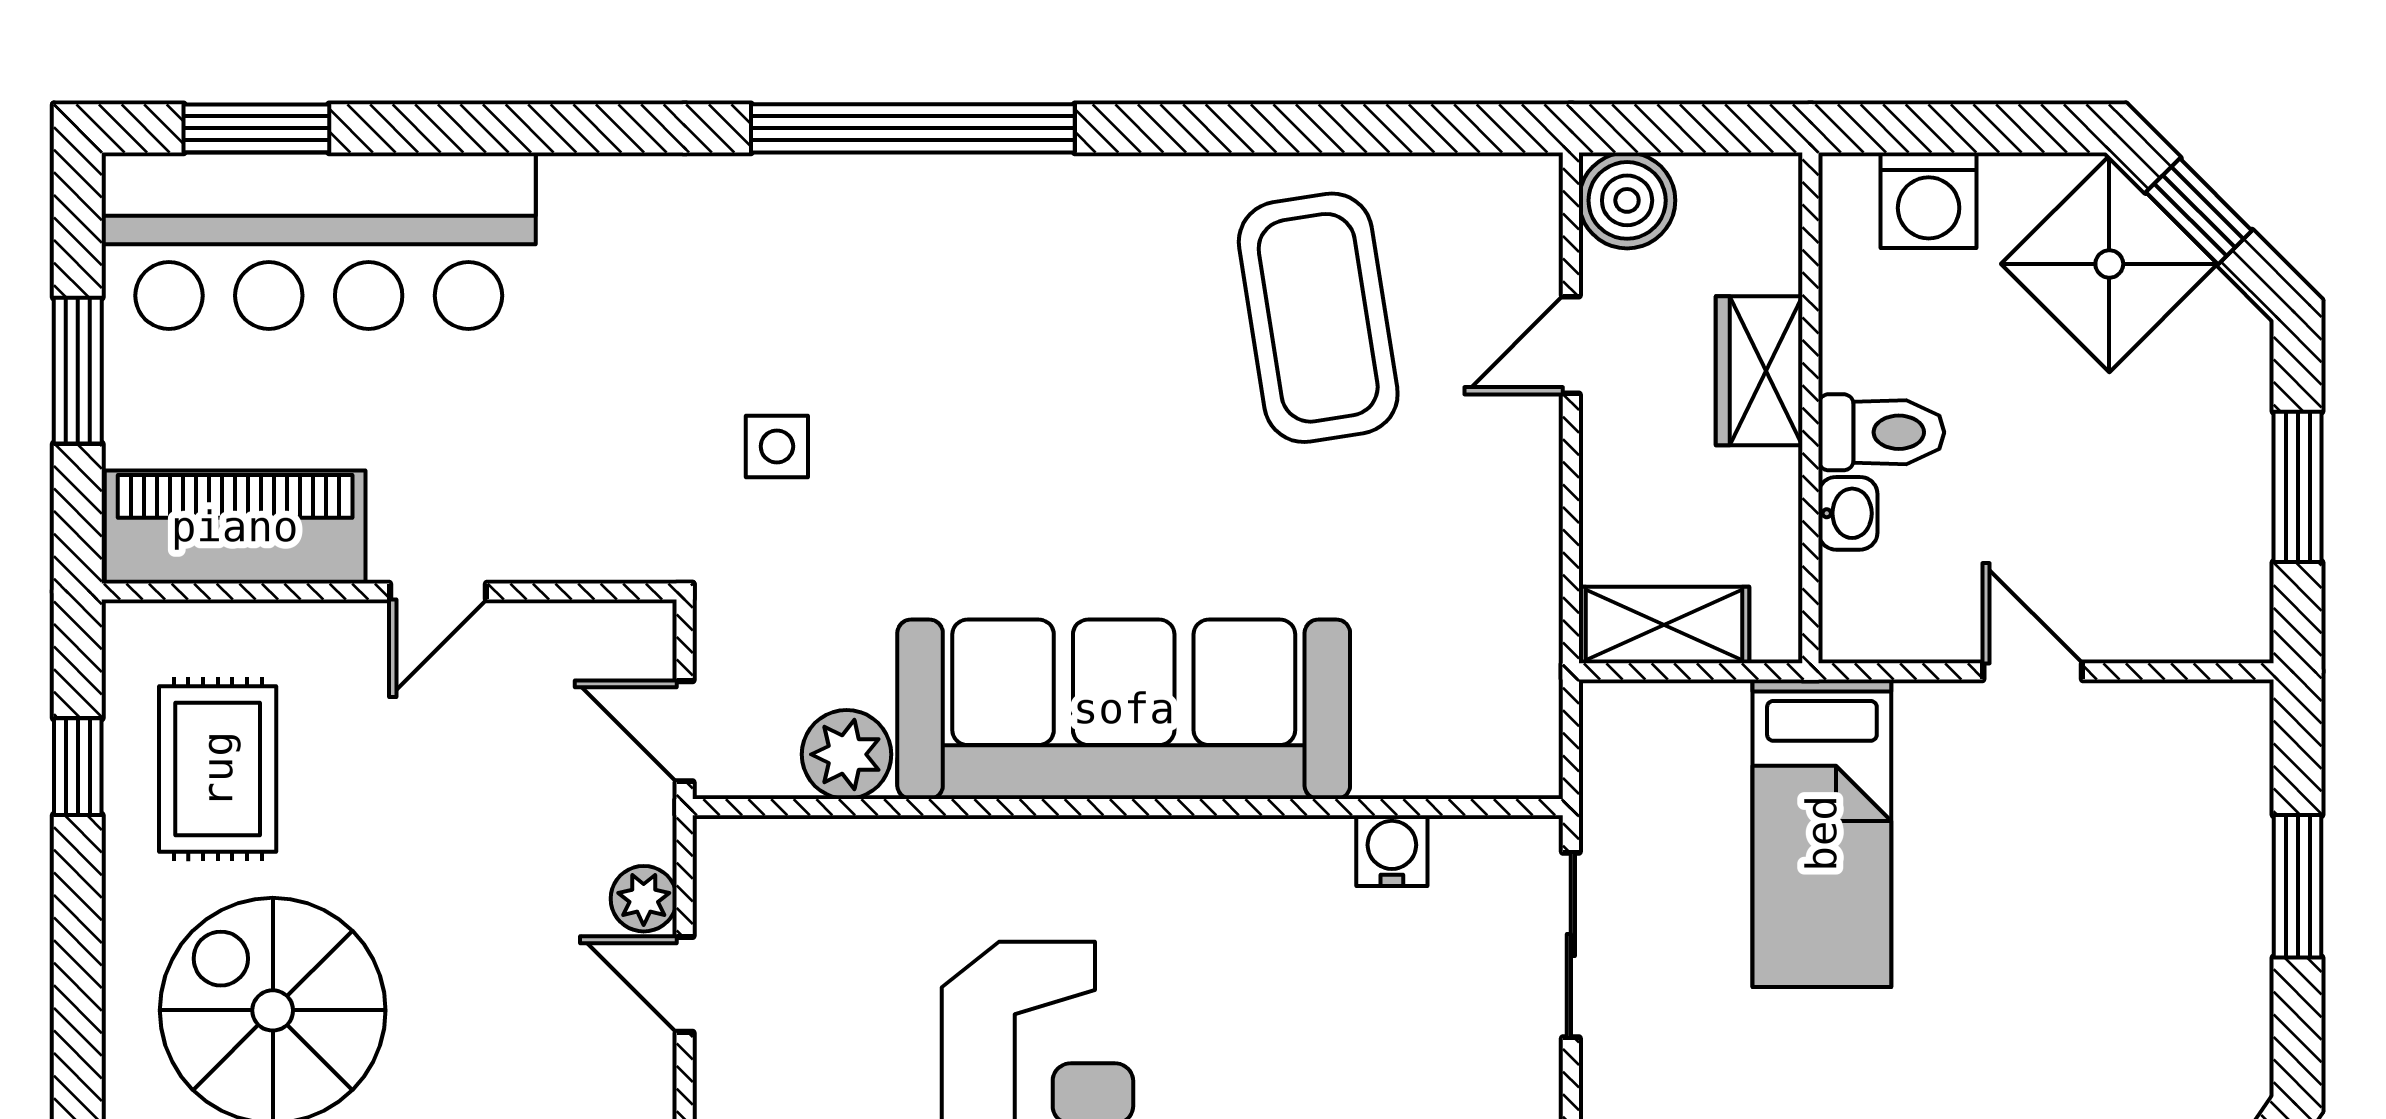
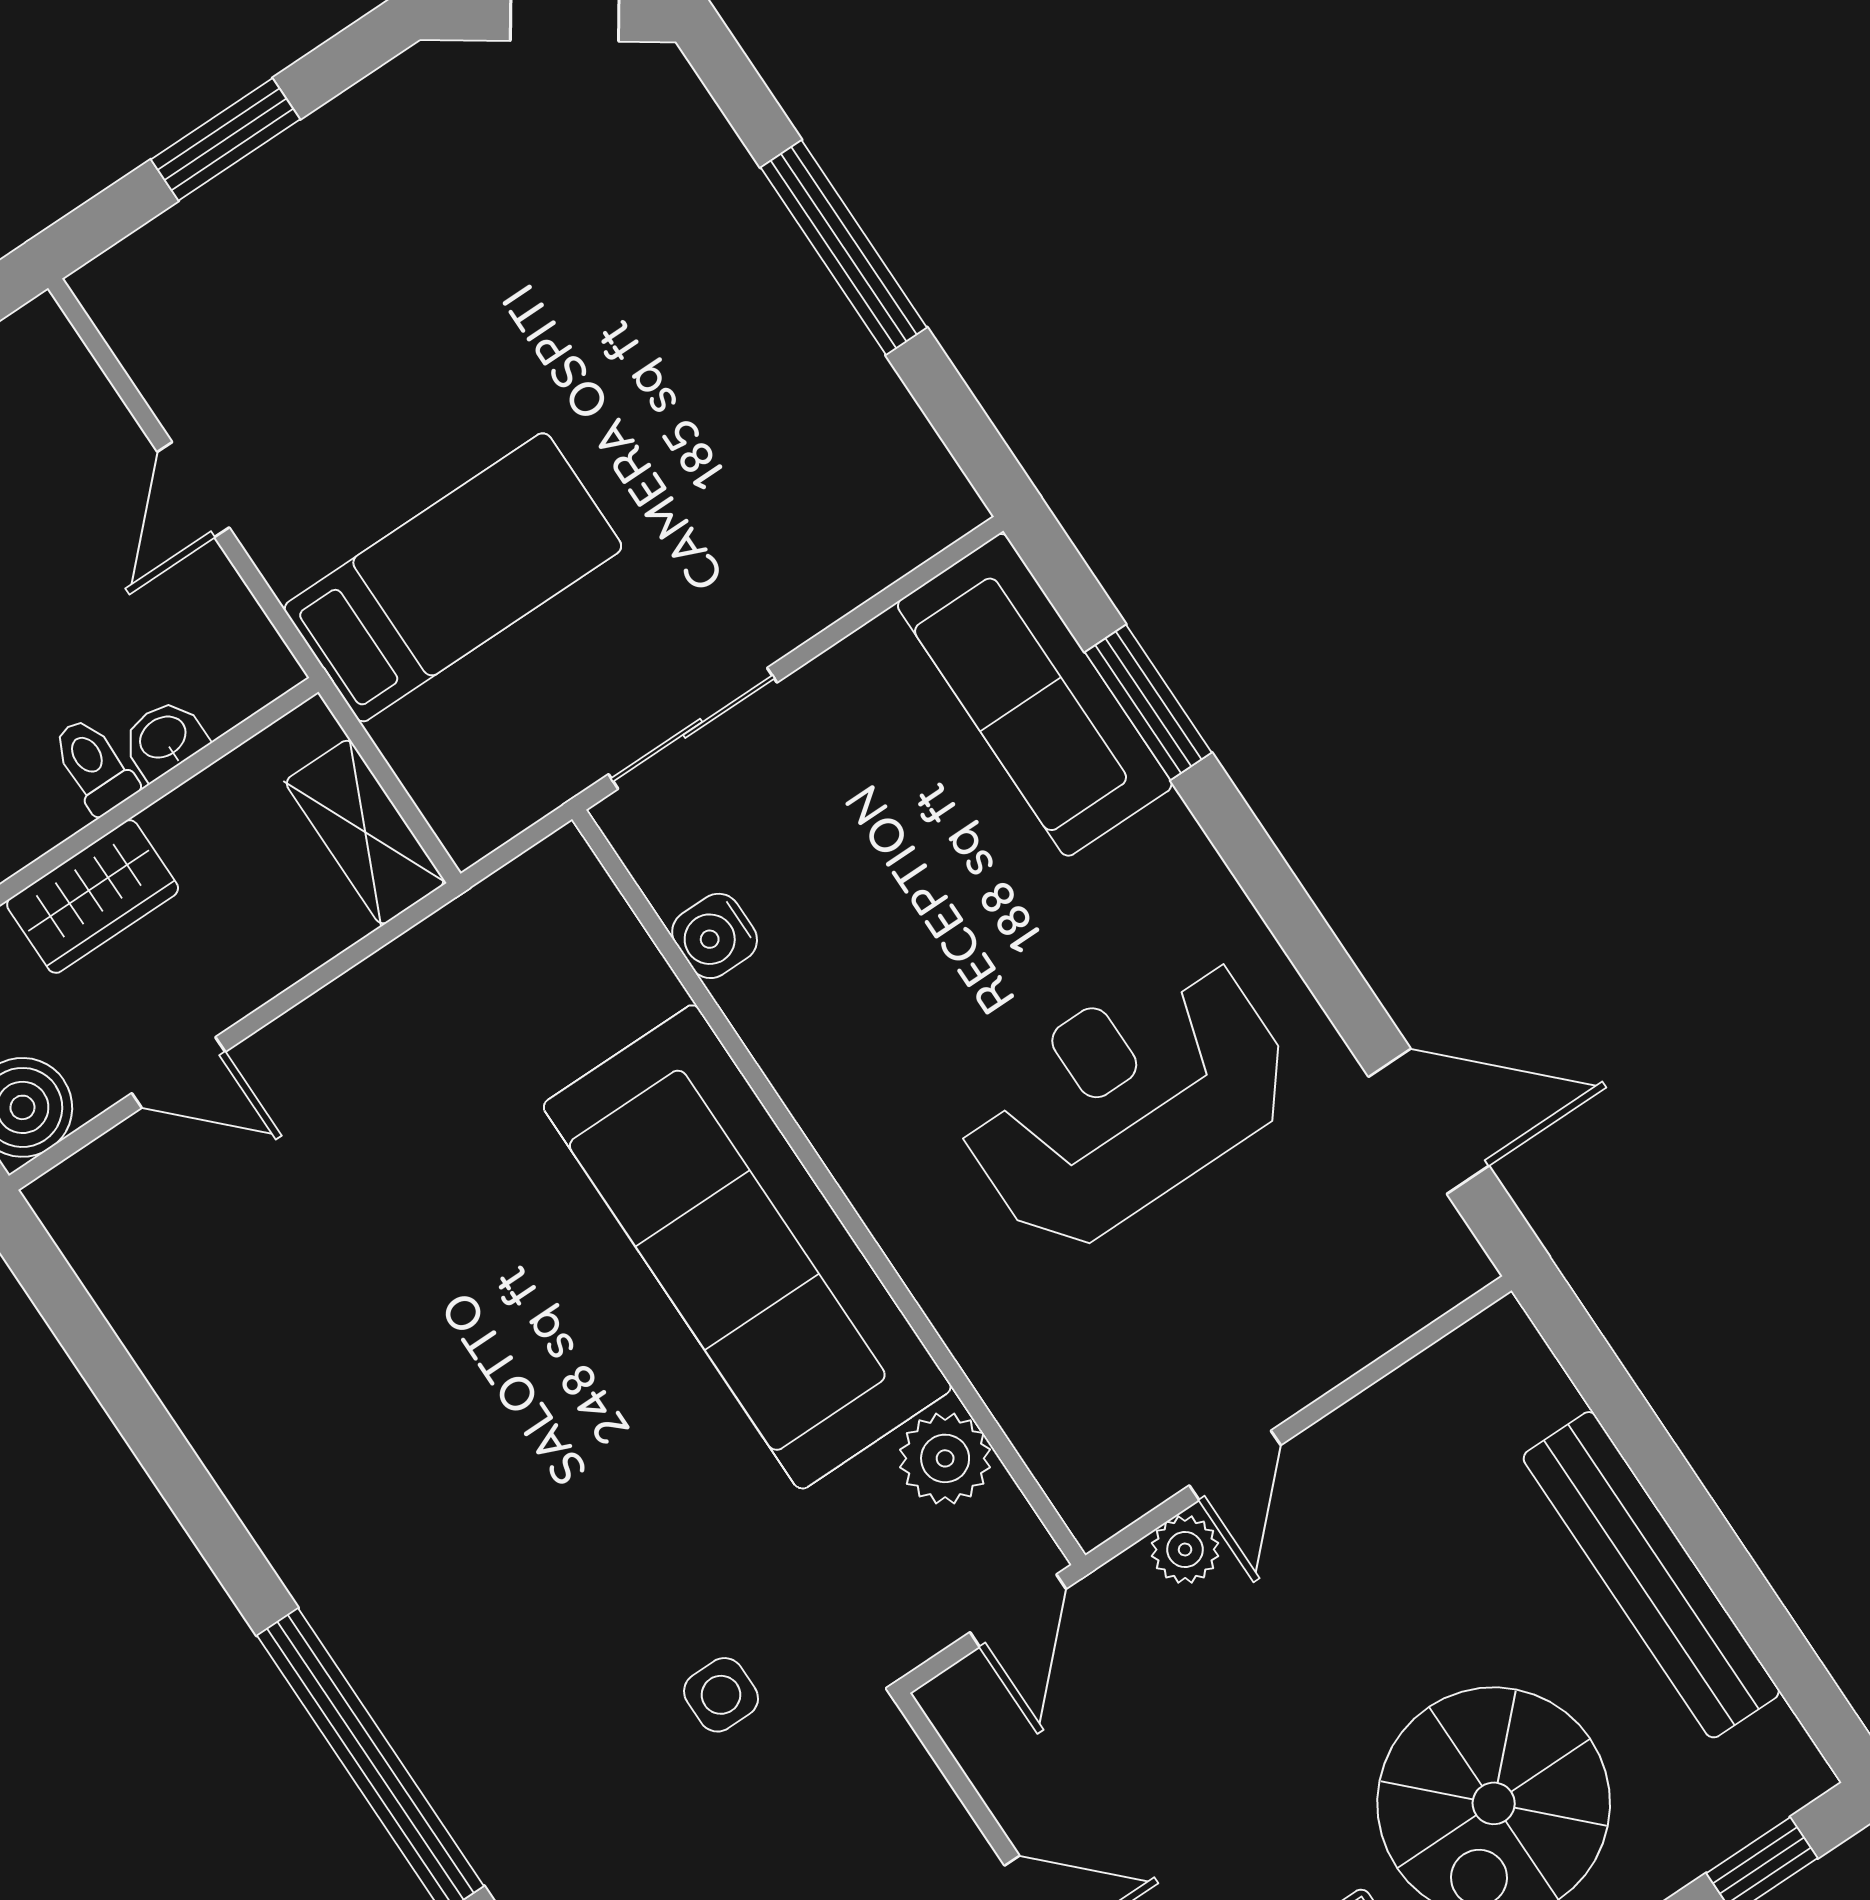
coffee table: (1318, 318) -> (300, 1305), removed
toilet: (1881, 432) -> (94, 766), width x0.73, depth x0.72

